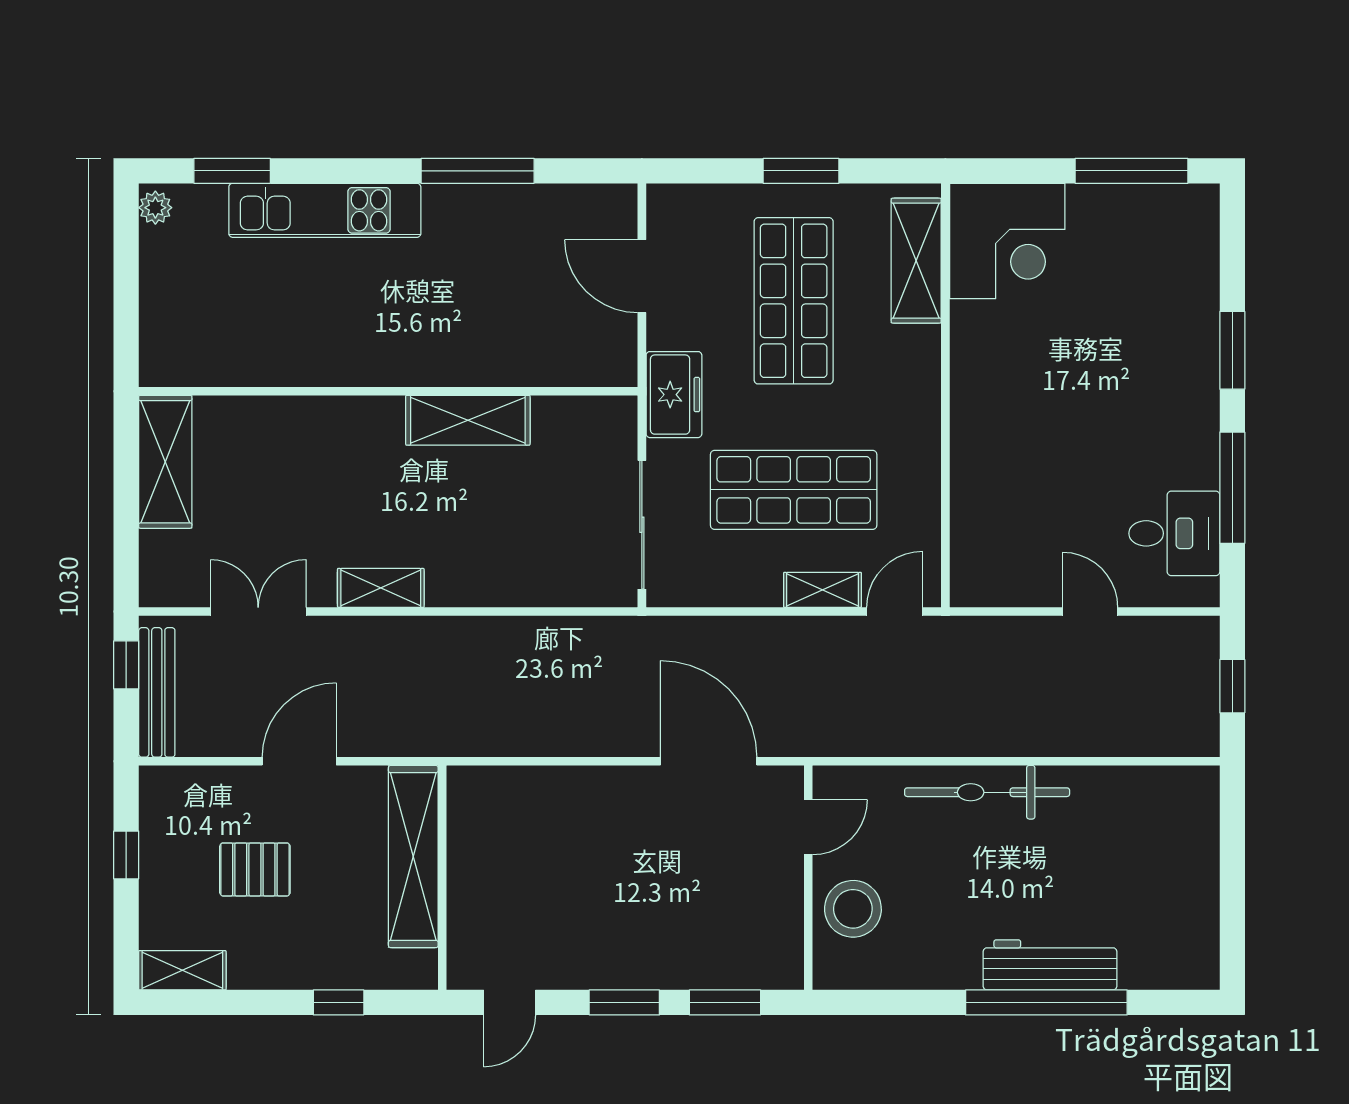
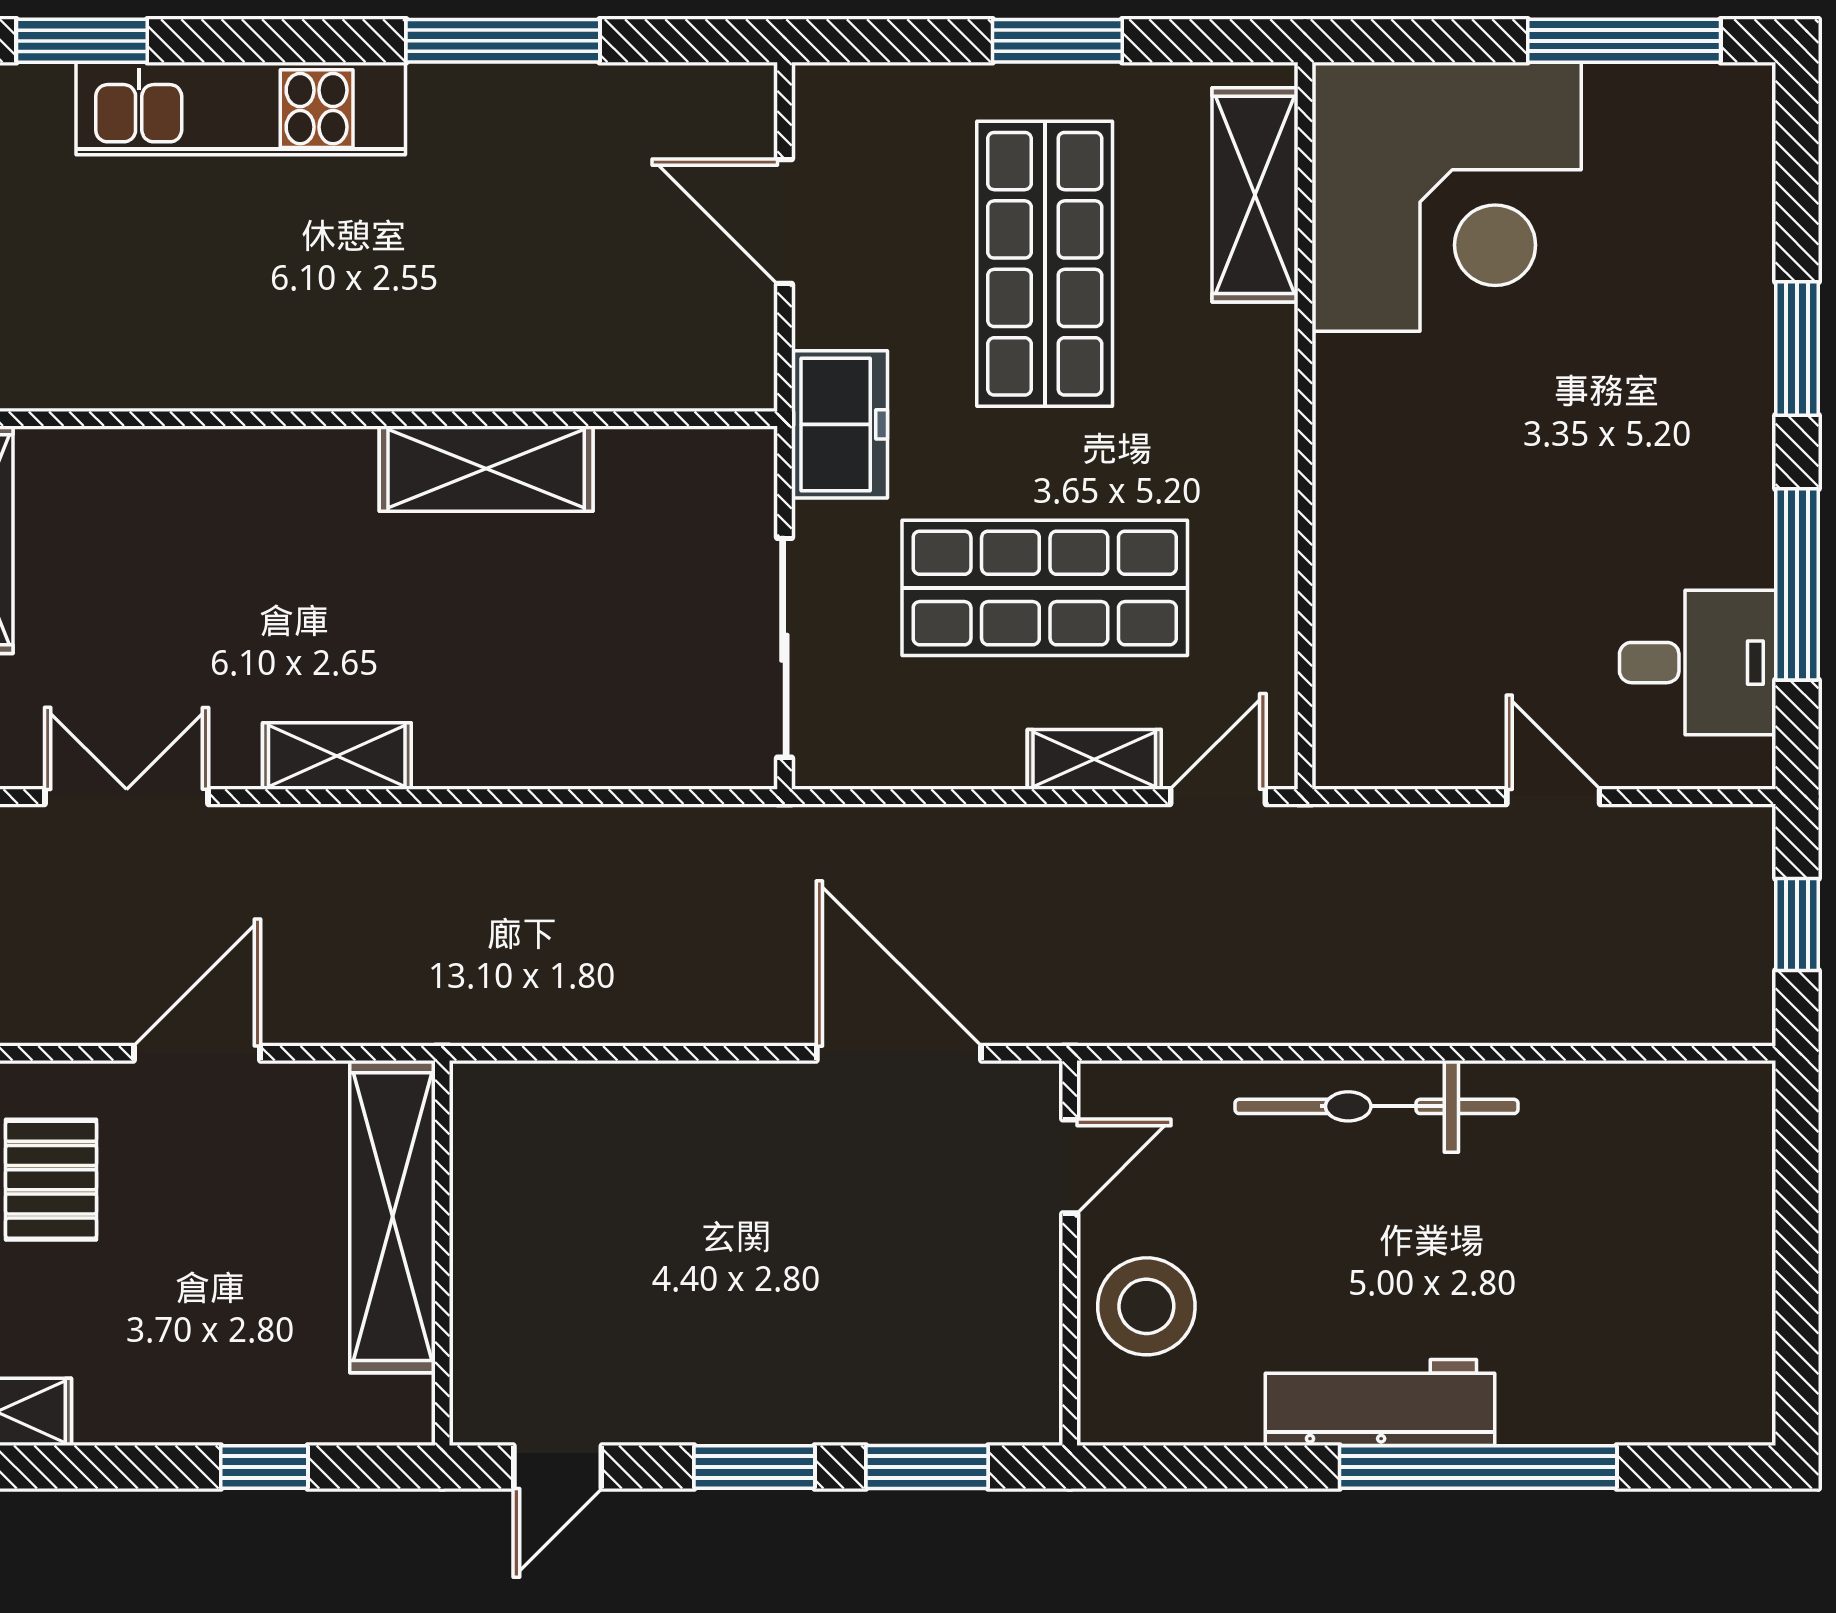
corner desk: (1007, 241) -> (1447, 197), width x1.36, depth x1.36
pallet: (255, 869) -> (51, 1180), moved, turned 90
workbench: (1050, 965) -> (1380, 1402), moved

